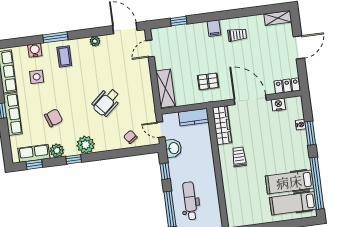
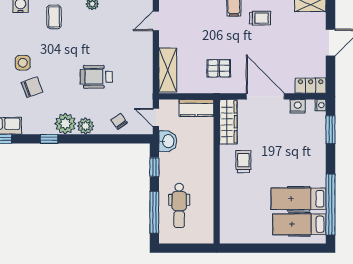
side table: (37, 77) -> (23, 63), moved
wheelchair: (106, 102) -> (96, 77), turned 41
nightstand: (301, 125) -> (321, 105), moved
window: (310, 133) -> (330, 130), moved
plant: (57, 151) -> (85, 126), moved
dental chair: (190, 201) -> (179, 205), turned 180

